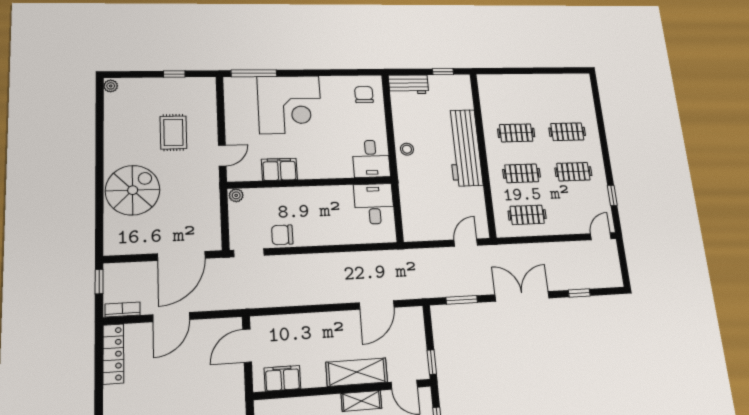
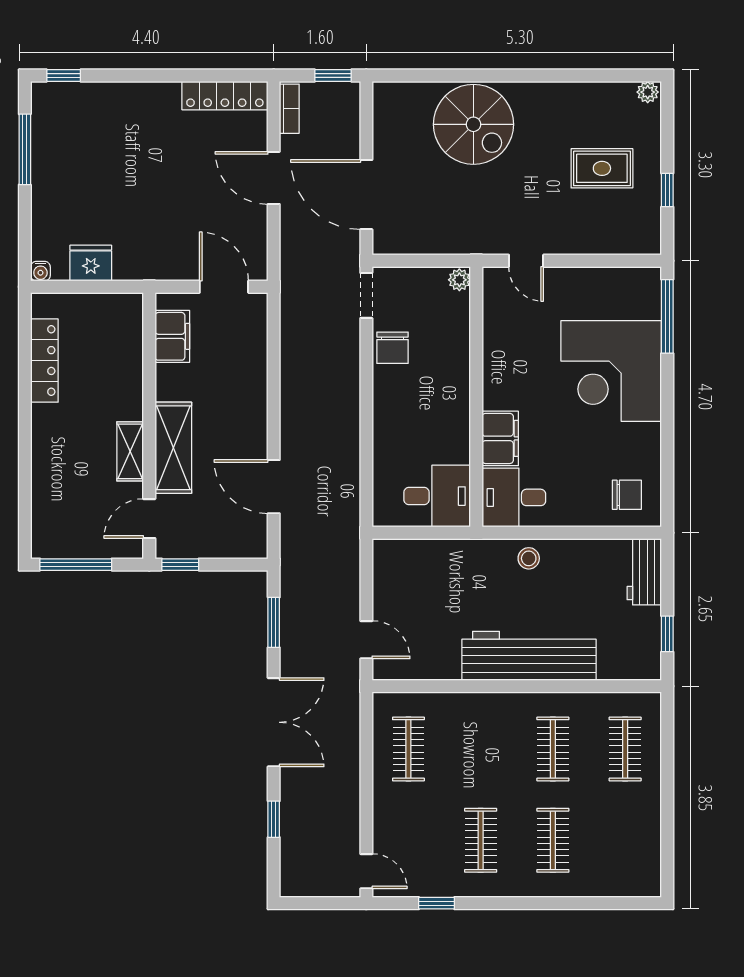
rug: (173, 132) -> (602, 168), moved
filing cabinet: (279, 169) -> (500, 438), moved
clothes rail: (522, 173) -> (625, 749), moved
chair: (282, 235) -> (392, 348), turned 180

